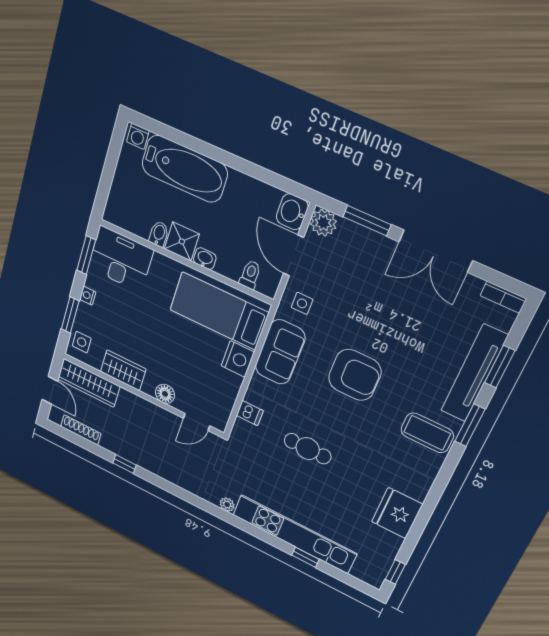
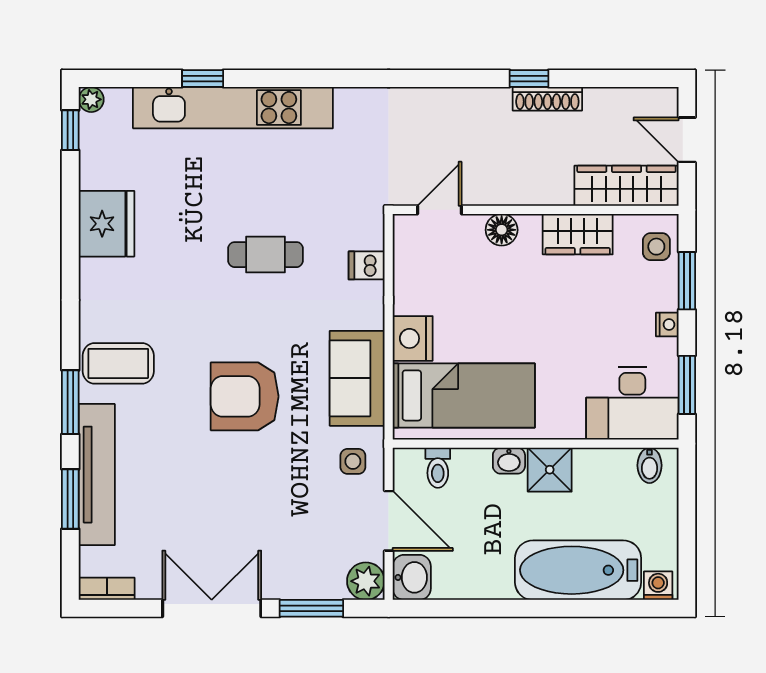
bidet: (159, 234) -> (650, 465), moved
shoe rack: (81, 430) -> (547, 99), moved
plant: (227, 505) -> (91, 99), moved

